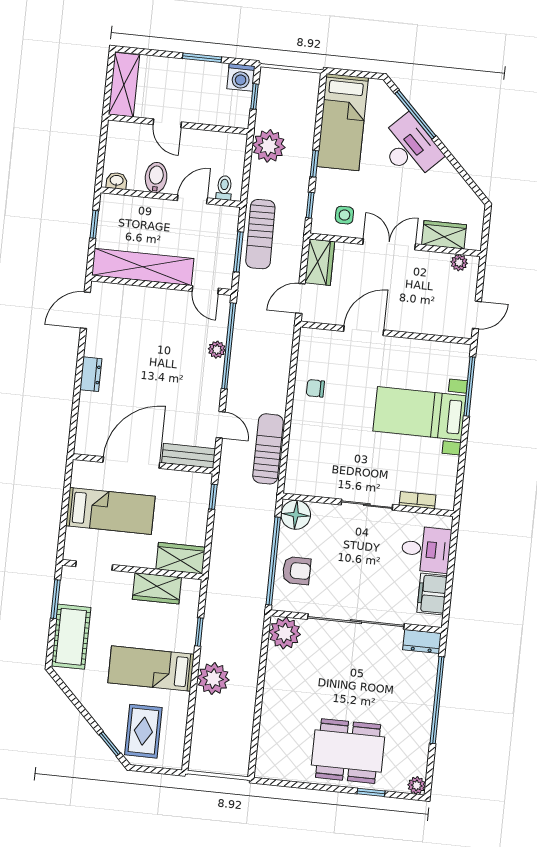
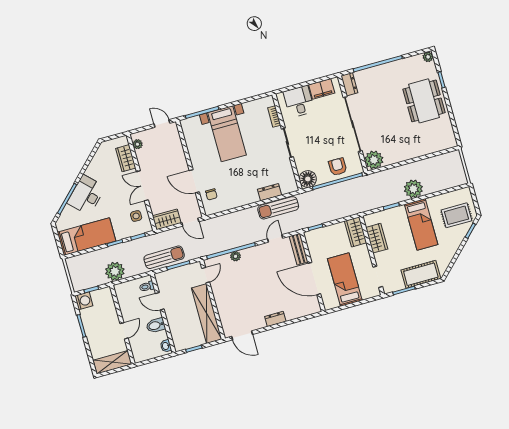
chair: (315, 388) -> (211, 194), moved
dresser: (299, 445) -> (270, 192), added

